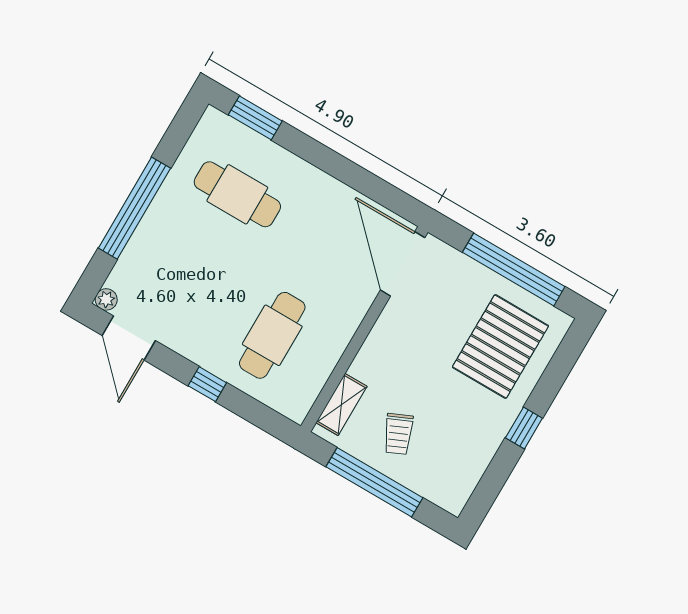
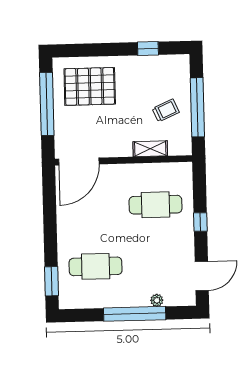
cafe table: (237, 194) -> (96, 266), turned 90
plant: (106, 299) -> (157, 300), moved
shelving: (341, 405) -> (150, 149), moved
window: (524, 428) -> (148, 48), moved

